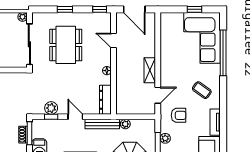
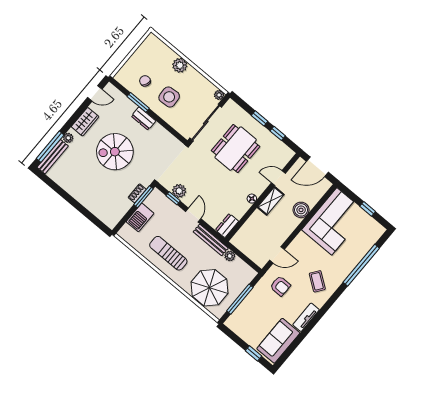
window: (100, 9) -> (278, 133), moved
door: (134, 9) -> (317, 167), hinge flipped
corner sofa: (202, 38) -> (334, 221), moved, turned 180
door: (113, 40) -> (278, 178), hinge flipped
boiler: (148, 49) -> (301, 210), added
shelving: (150, 70) -> (271, 201), moved
dresser: (105, 100) -> (227, 226), width x0.70
plant: (165, 138) -> (253, 296), removed

